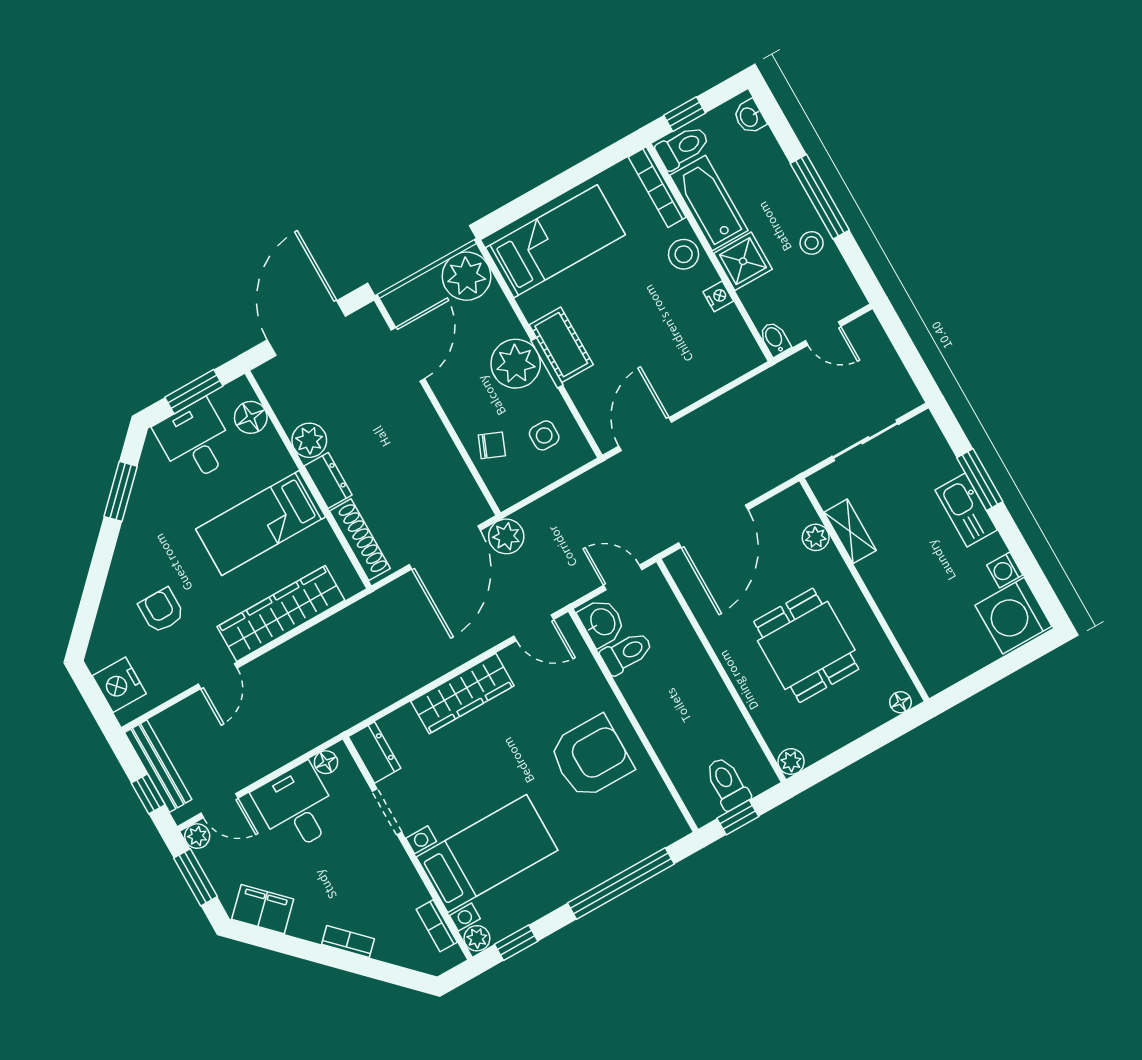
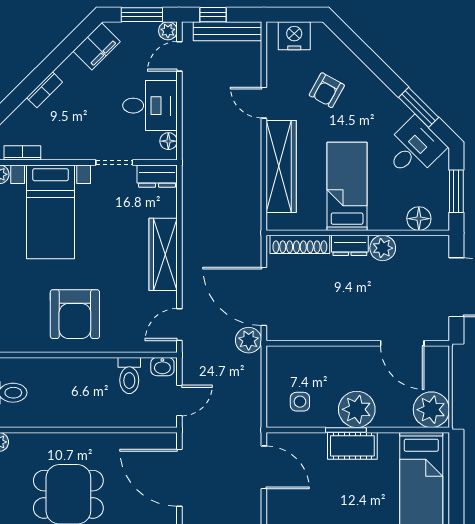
desk: (195, 441) -> (414, 148), moved, turned -45
chair: (492, 445) -> (313, 364), removed
armchair: (161, 610) -> (327, 90), turned 119
washbasin: (602, 622) -> (162, 367), width x0.72, depth x0.69

